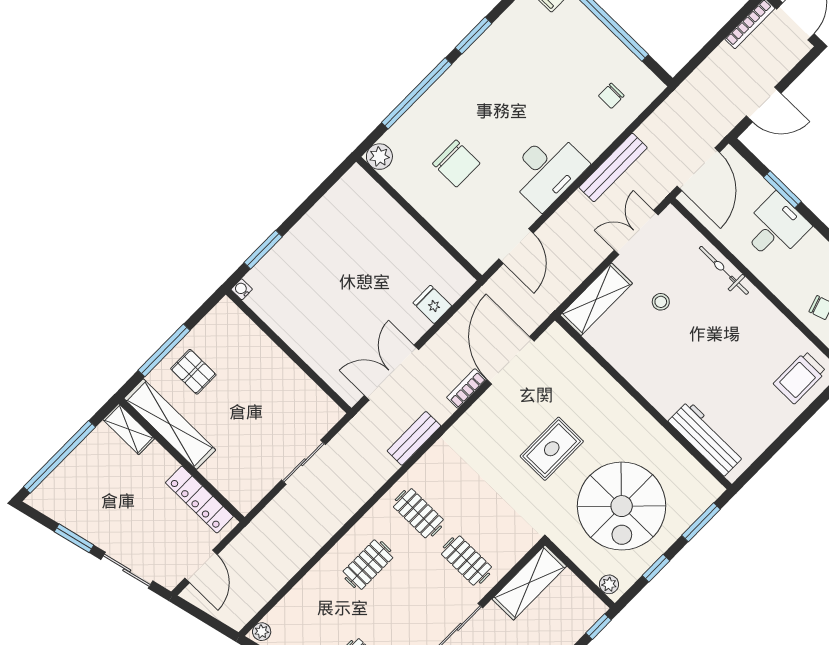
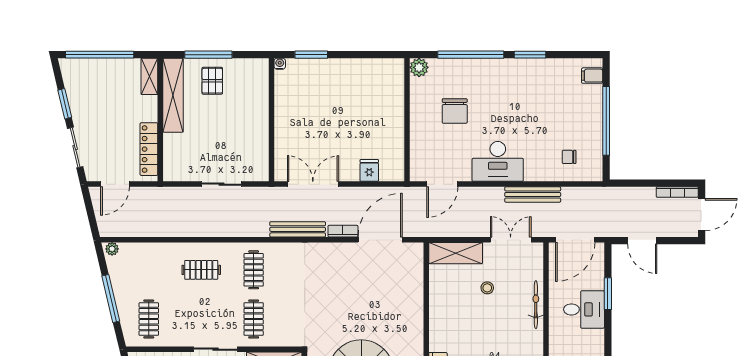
bench: (414, 438) -> (298, 229), width x1.36
rug: (552, 449) -> (355, 306), removed

